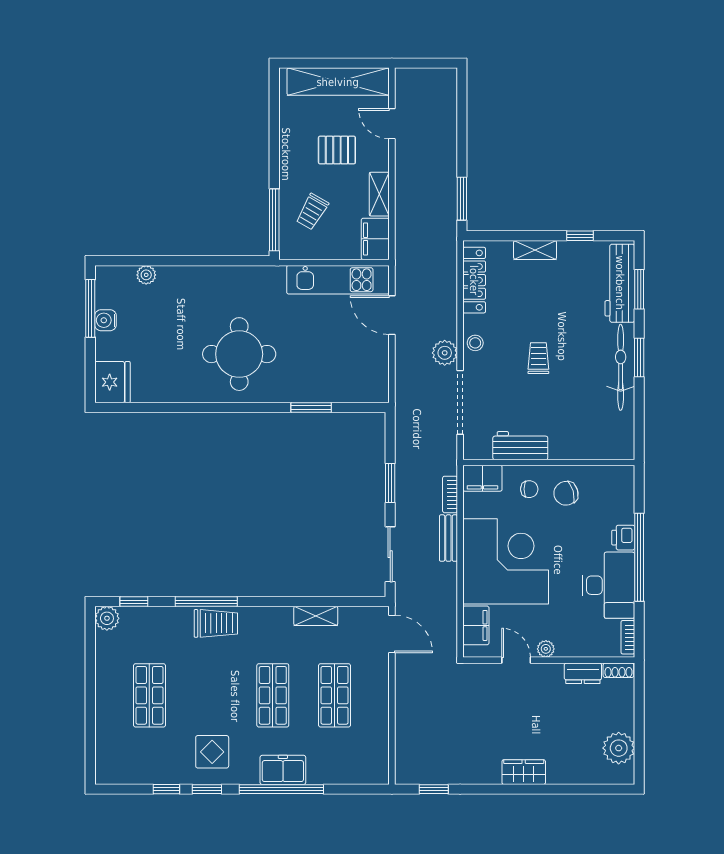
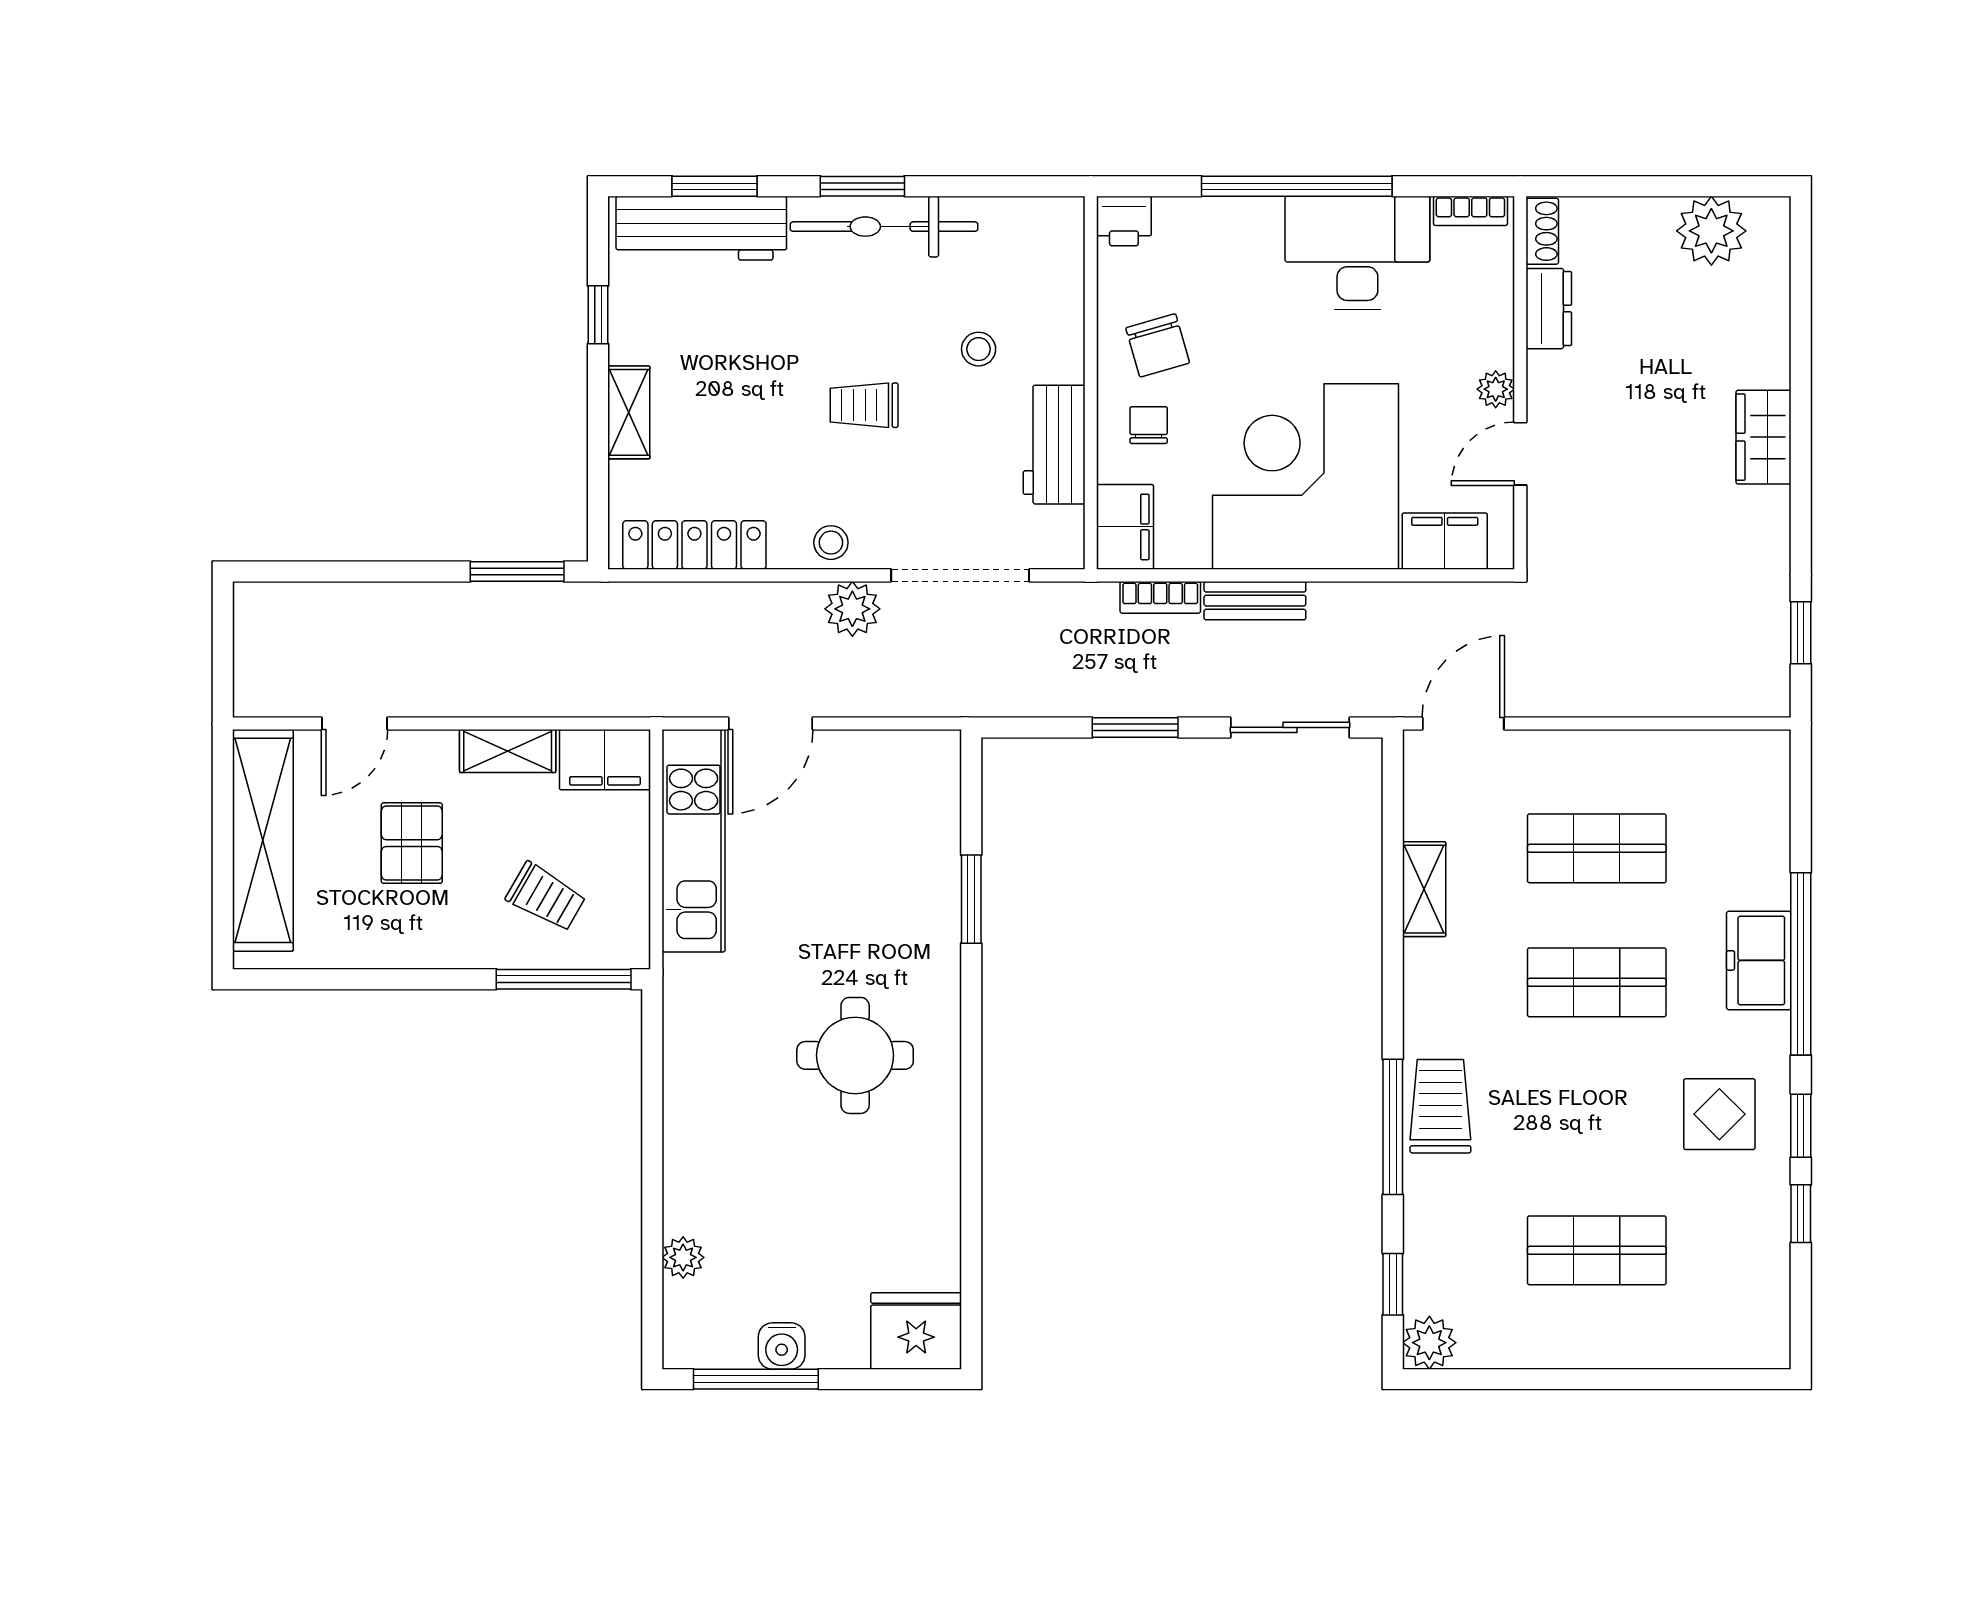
round table: (239, 354) -> (855, 1055), width x0.73, depth x0.73
stool: (564, 411) -> (979, 349), added
printer: (623, 538) -> (1124, 221), moved

